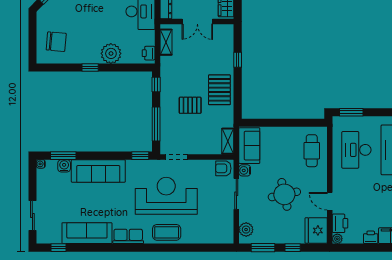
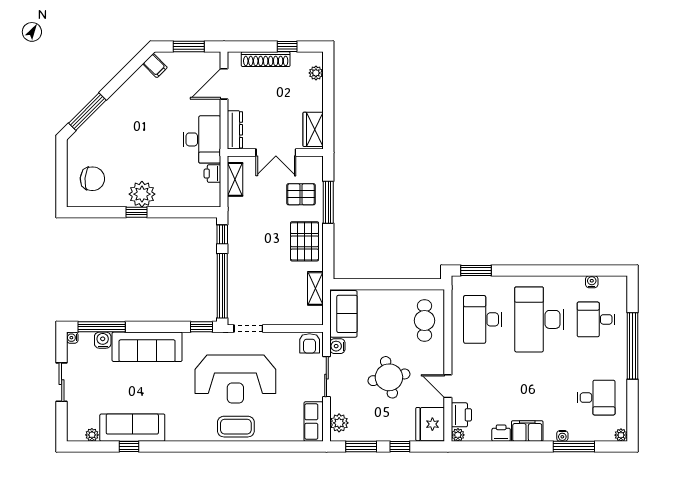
plant: (111, 53) -> (142, 194), moved
printer: (149, 53) -> (212, 174), moved
window: (238, 60) -> (328, 202), width x2.17
pallet: (190, 105) -> (301, 194), moved
window: (156, 124) -> (222, 286), width x1.46
shelving: (228, 141) -> (315, 288), moved
window: (63, 156) -> (102, 327), width x1.44
armchair: (223, 168) -> (310, 343), turned -90
reception desk: (166, 196) -> (235, 379), turned 180
sliding door: (32, 215) -> (62, 382), moved
row of seats: (128, 236) -> (314, 422), moved, turned -90
plant: (56, 239) -> (92, 435), added
window: (59, 248) -> (129, 447), moved

